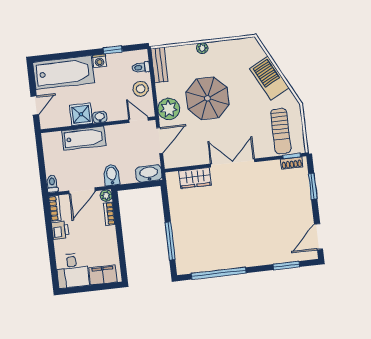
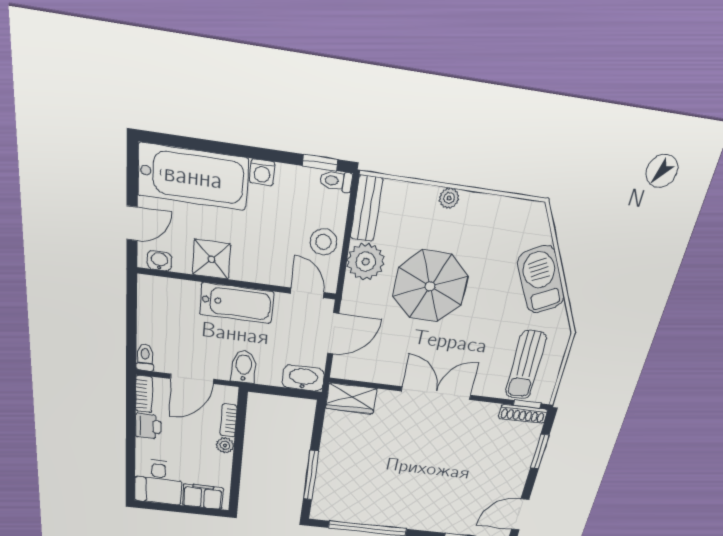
window: (113, 50) -> (320, 163), moved
toilet: (141, 67) -> (336, 181), moved
plant: (169, 109) -> (366, 262), moved
washbasin: (100, 117) -> (159, 261), moved
bathtub: (84, 138) -> (237, 303), moved
shoe rack: (292, 163) -> (523, 414), width x1.43
wardrobe: (195, 178) -> (351, 398), moved
plant: (106, 196) -> (225, 445), moved

